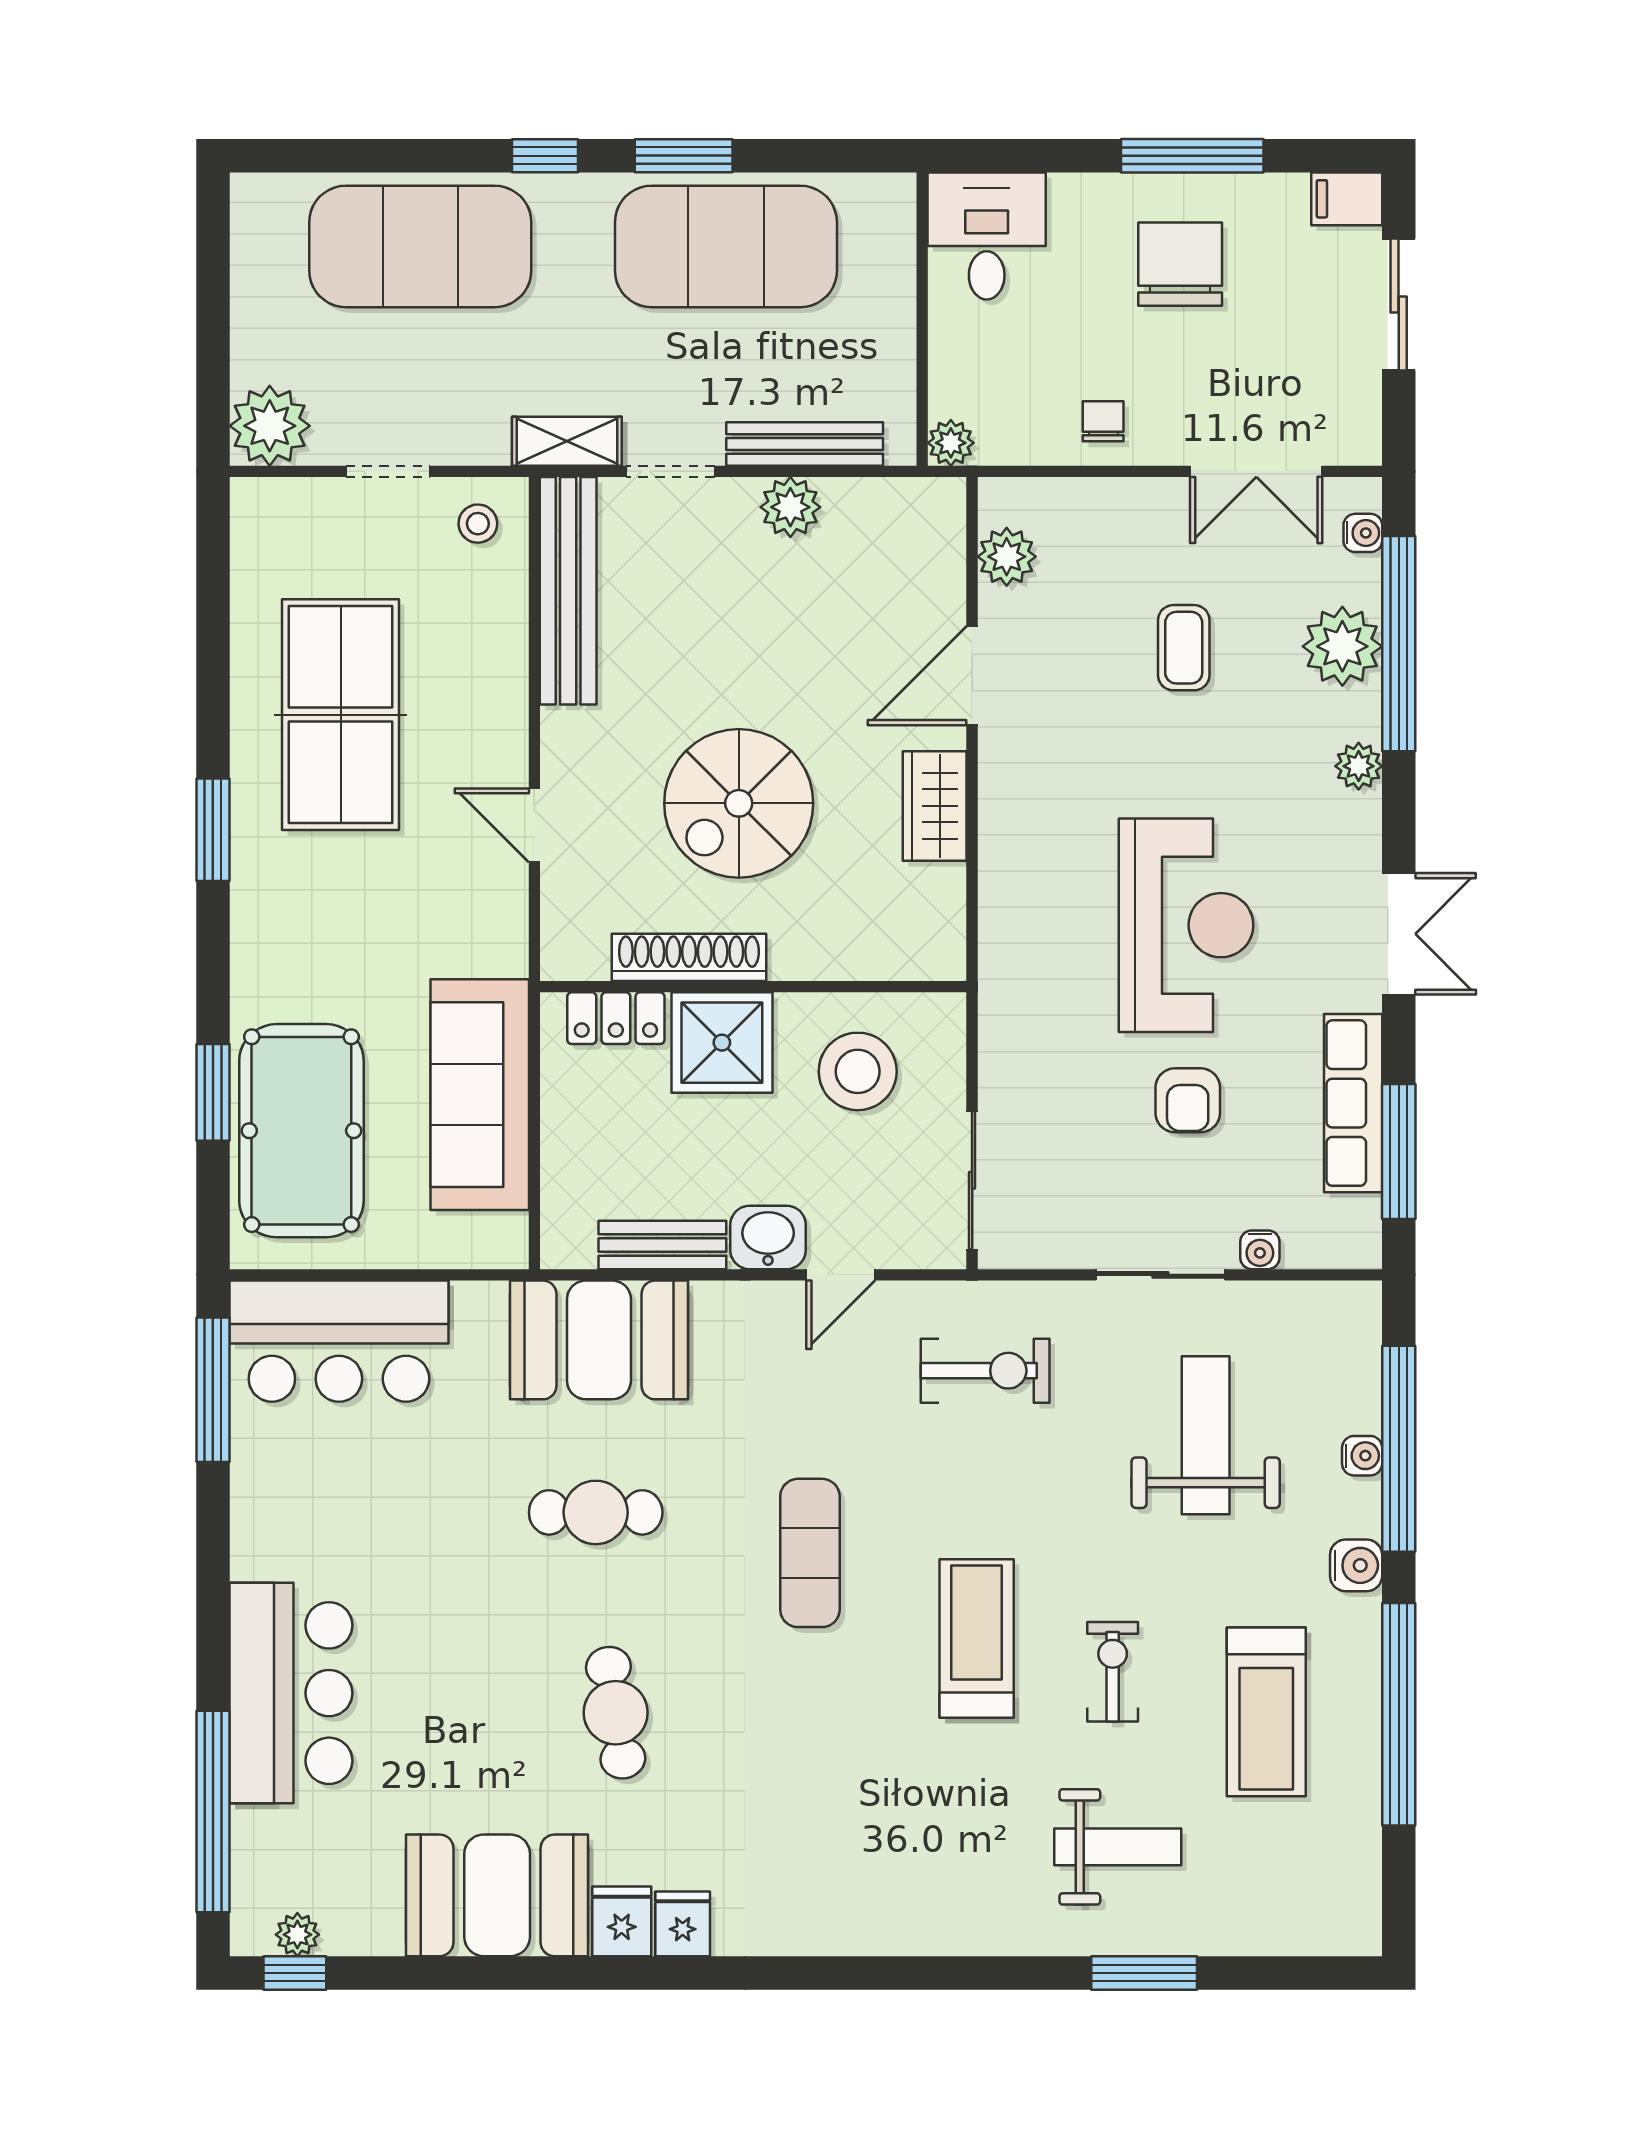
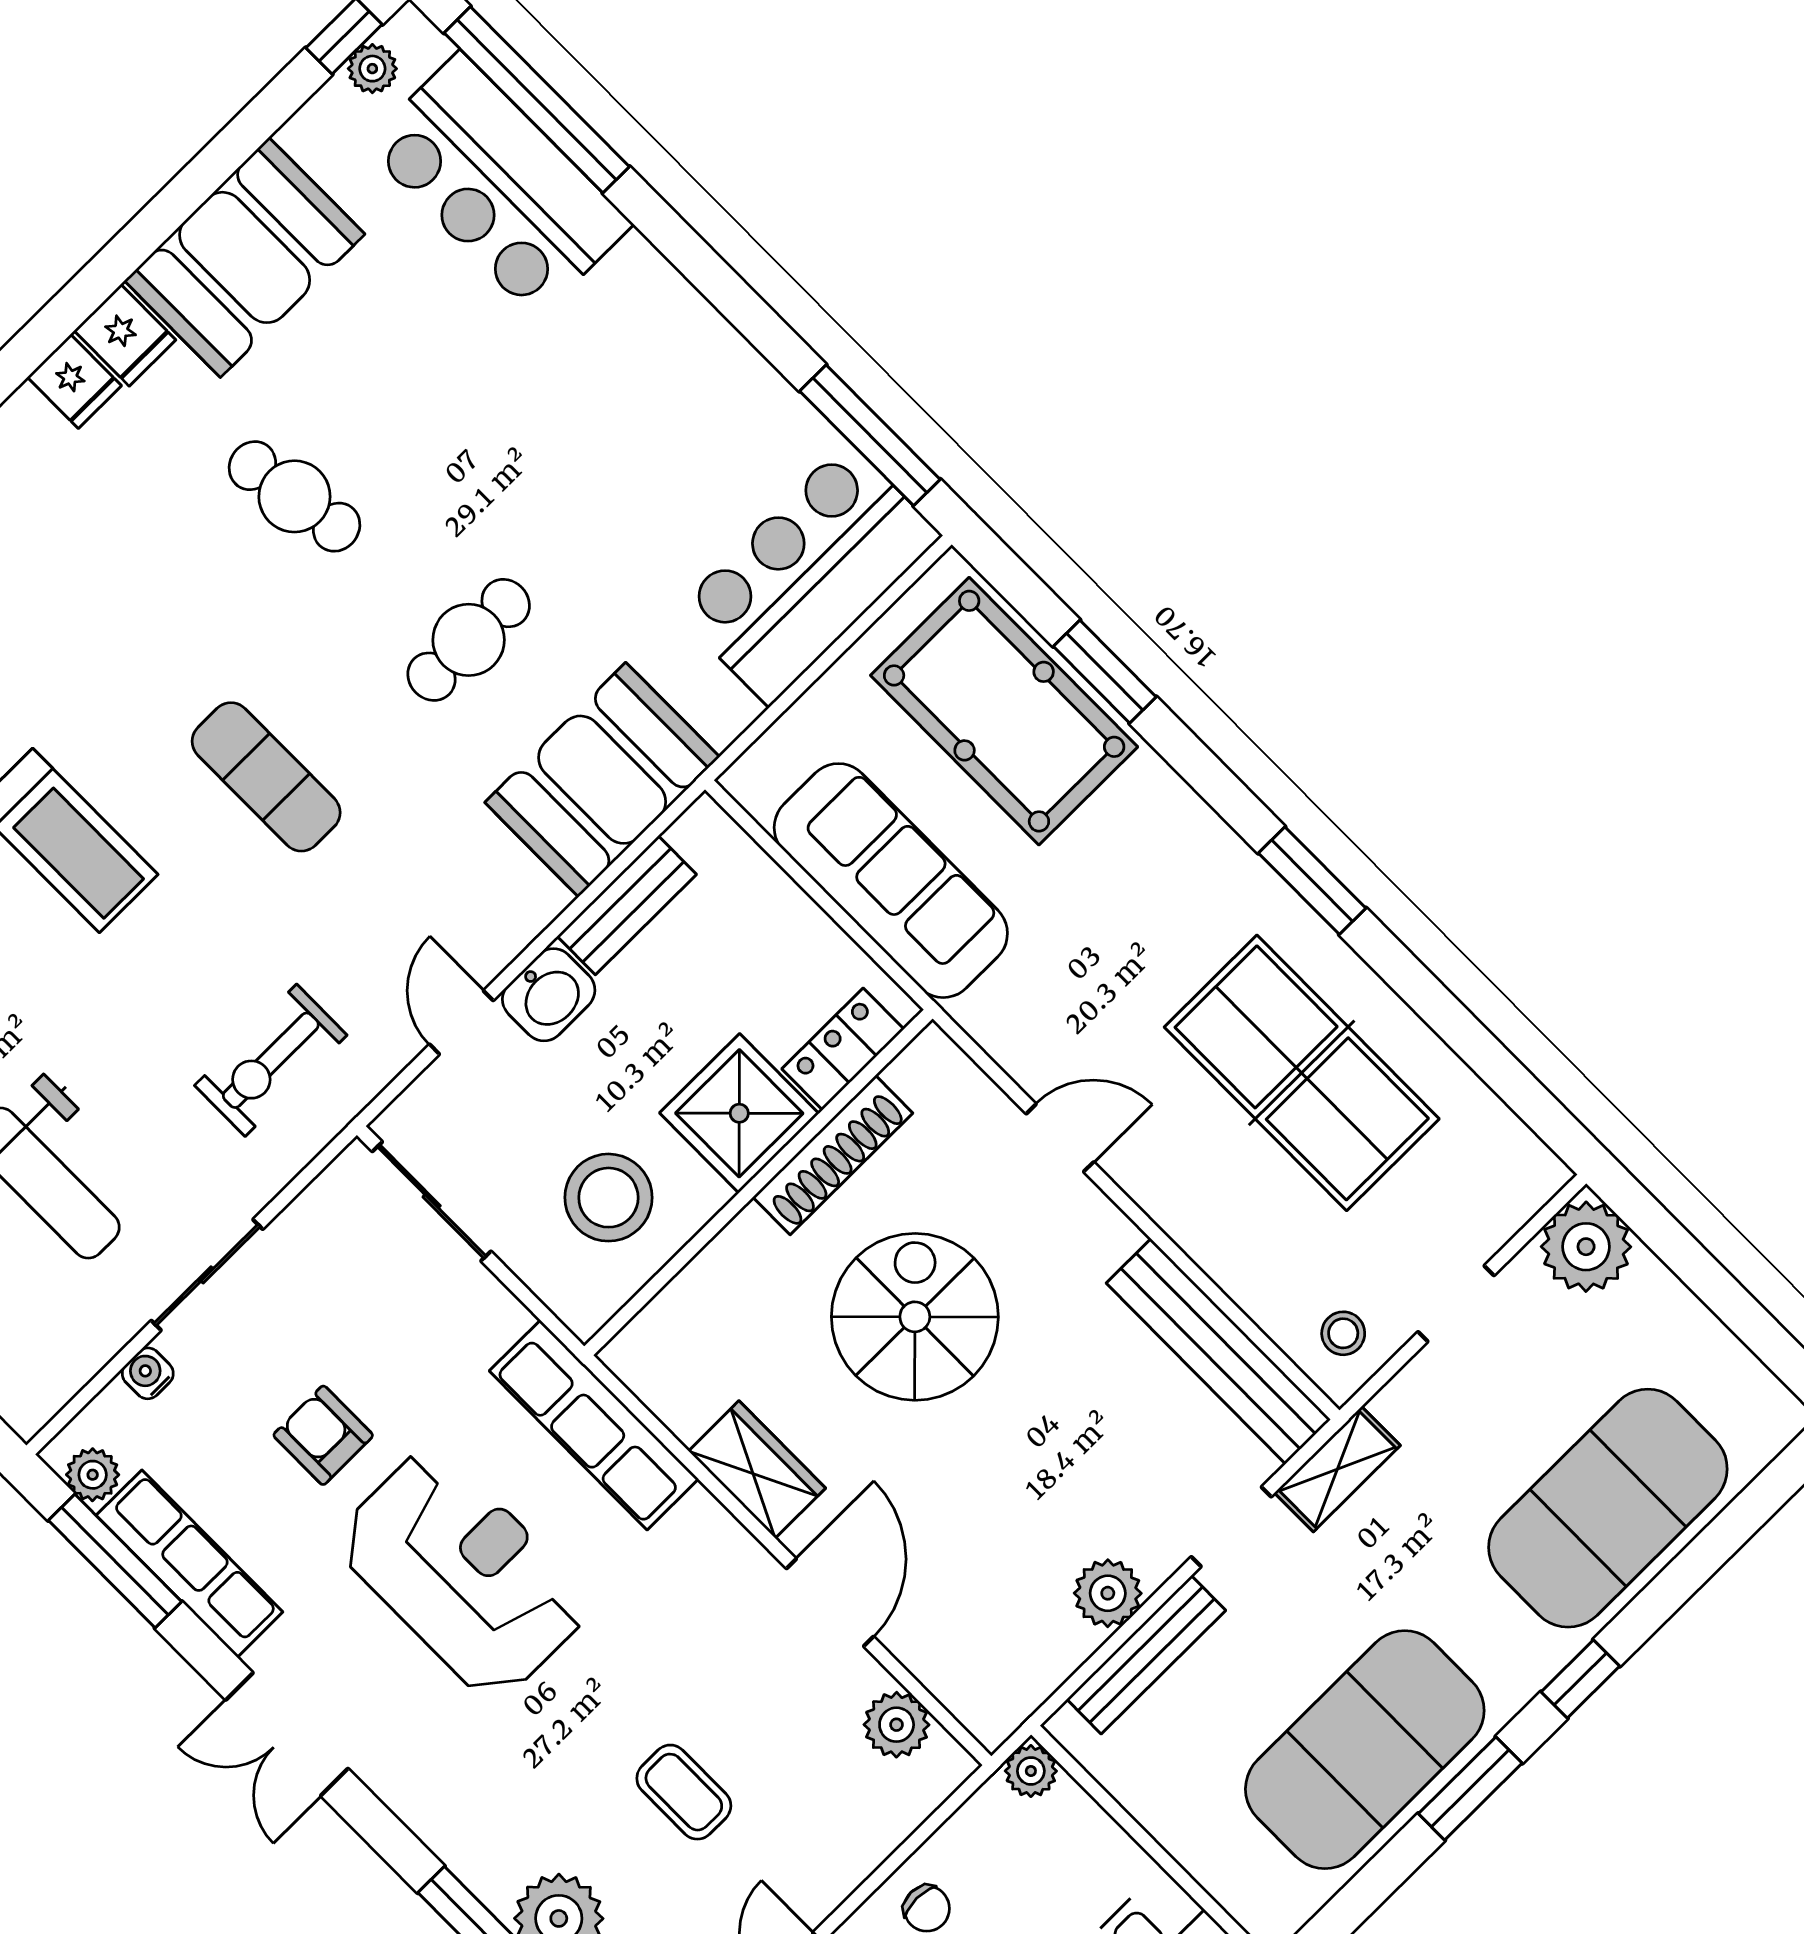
plant: (1359, 766) -> (93, 1475), moved
reception desk: (1186, 925) -> (463, 1573), turned 180
row of seats: (1010, 937) -> (594, 1425), added
bar counter: (291, 1693) -> (498, 185), moved

